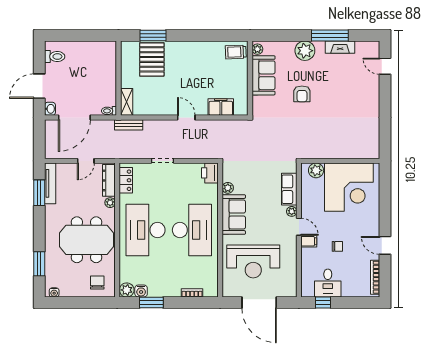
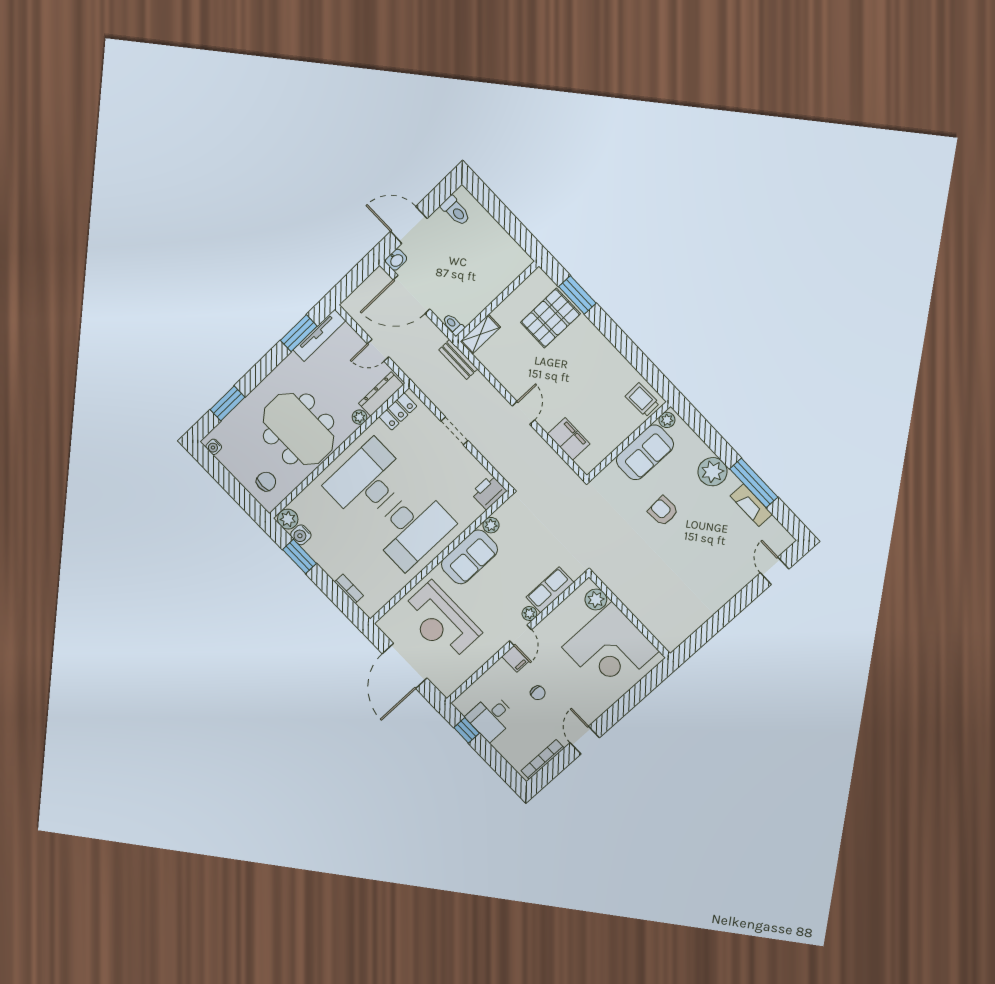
armchair: (302, 94) -> (663, 511), turned 87

